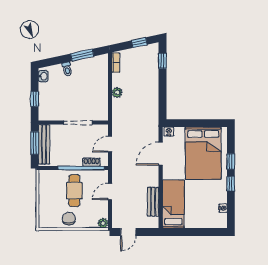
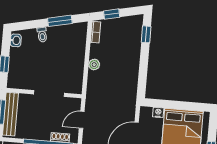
window: (139, 43) -> (112, 14), moved
nightstand: (169, 131) -> (158, 112), moved

